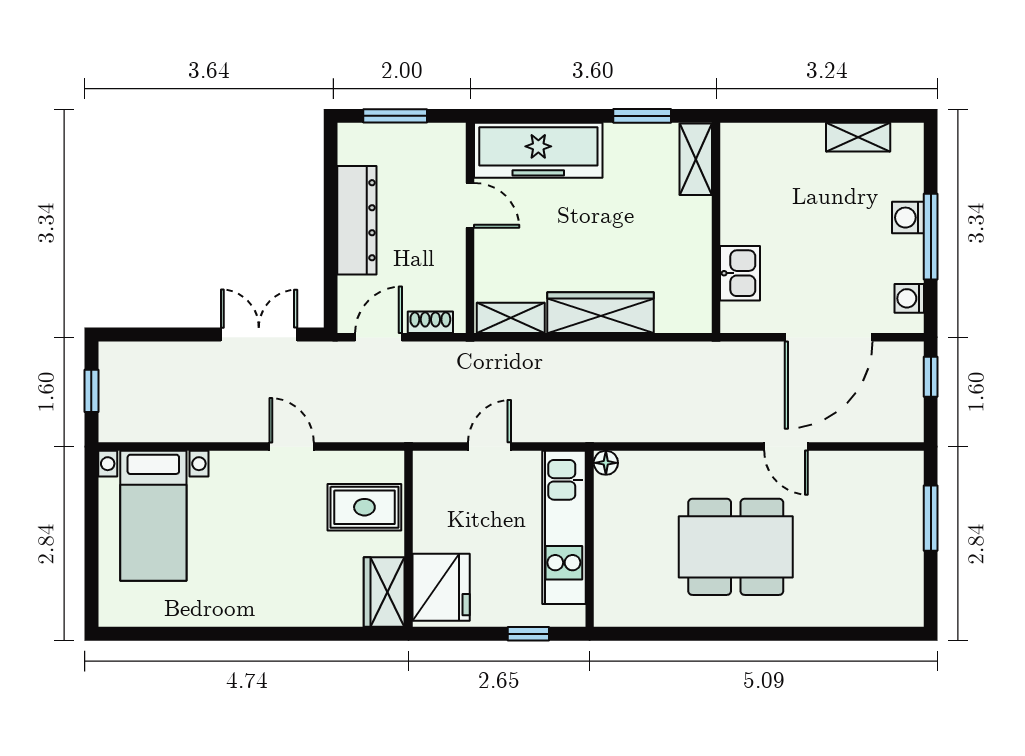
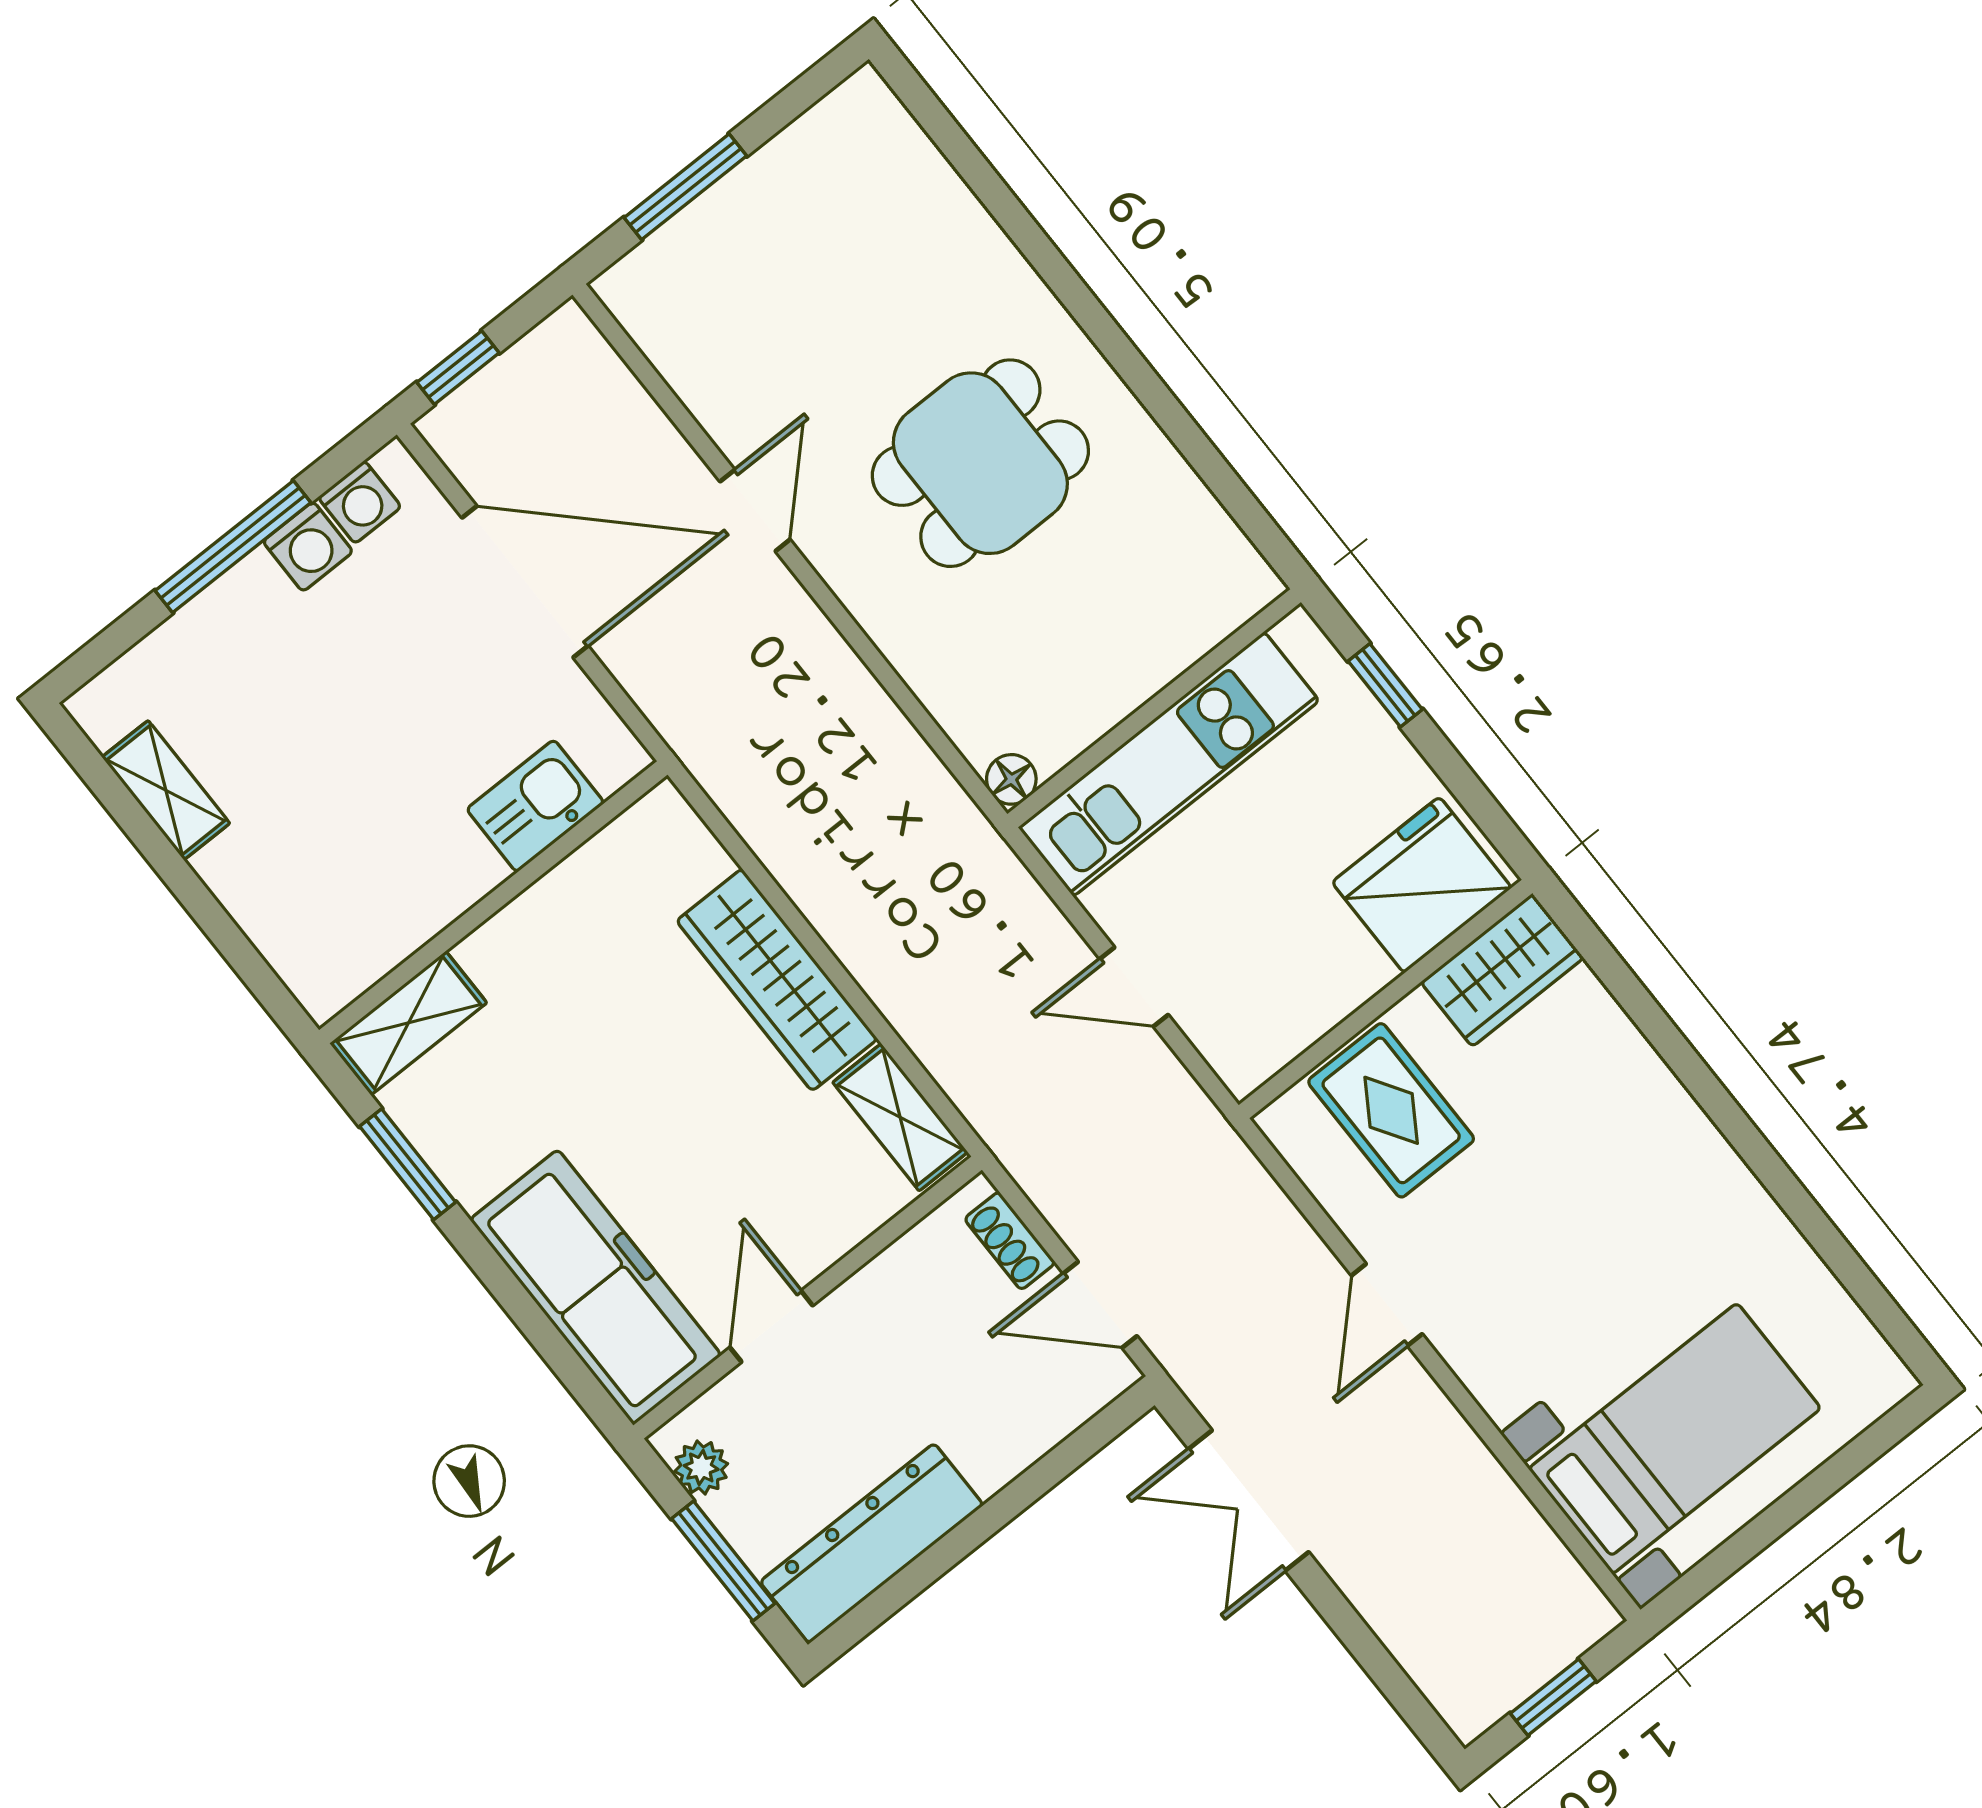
plant: (438, 136) -> (701, 1467), added
washing machine: (908, 218) -> (308, 547), moved
dresser: (357, 220) -> (872, 1543), moved
dining table: (736, 547) -> (980, 463), width x0.73

